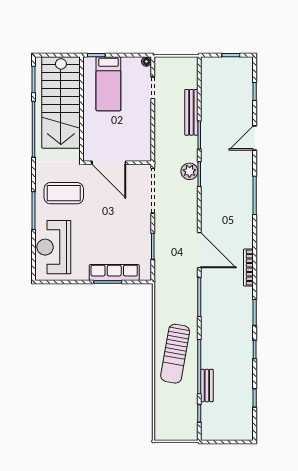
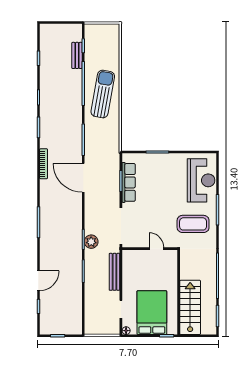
bed: (108, 84) -> (152, 313), width x1.50
stairs: (61, 102) -> (190, 307), width x0.73, depth x0.66
bench: (191, 112) -> (115, 272), moved
door: (255, 138) -> (38, 281), moved
door: (109, 163) -> (156, 249), width x0.53
row of seats: (114, 273) -> (129, 182), moved, turned -90
bench: (207, 385) -> (77, 55), moved

